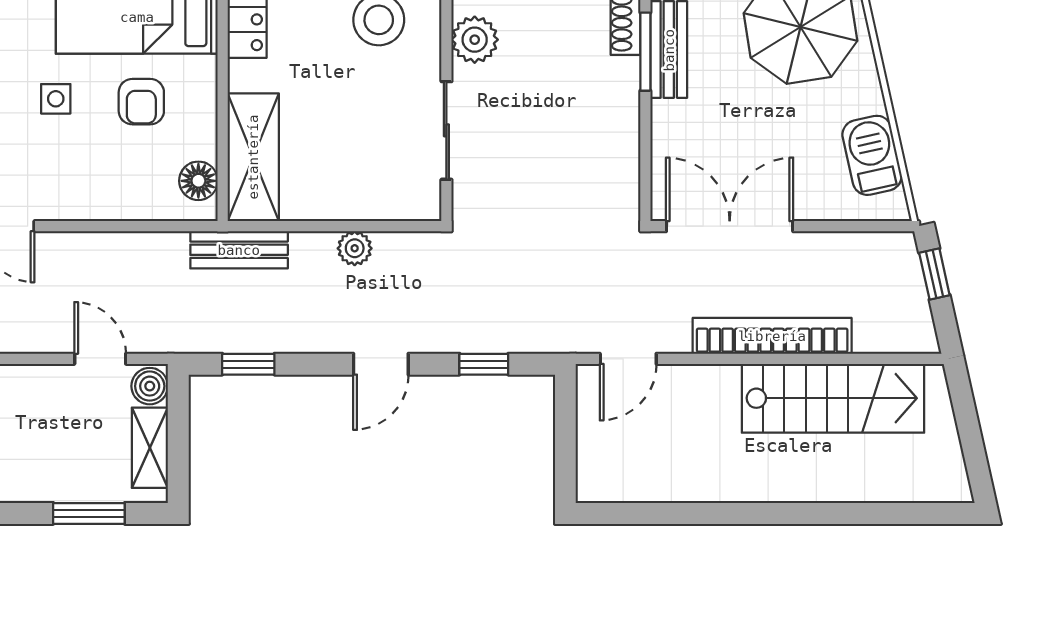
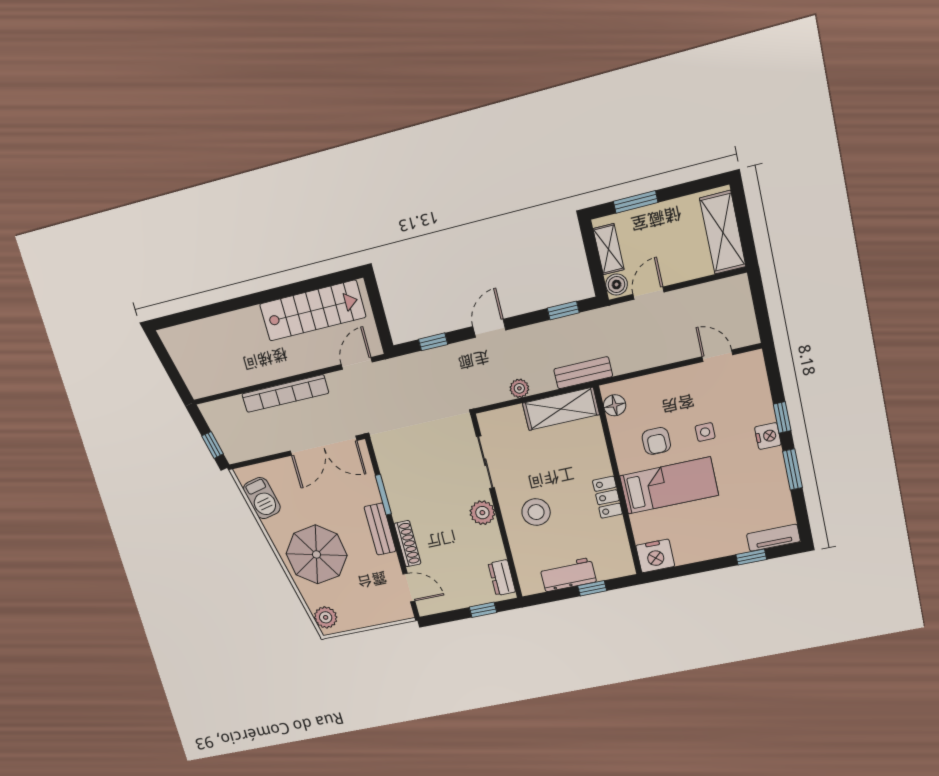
window: (645, 52) -> (383, 495), moved
armchair: (141, 102) -> (656, 441), turned 180
shelving: (253, 157) -> (561, 409), moved, turned 90
door: (100, 359) -> (648, 293), swing flipped
stairs: (833, 398) -> (313, 311), moved, turned 180

